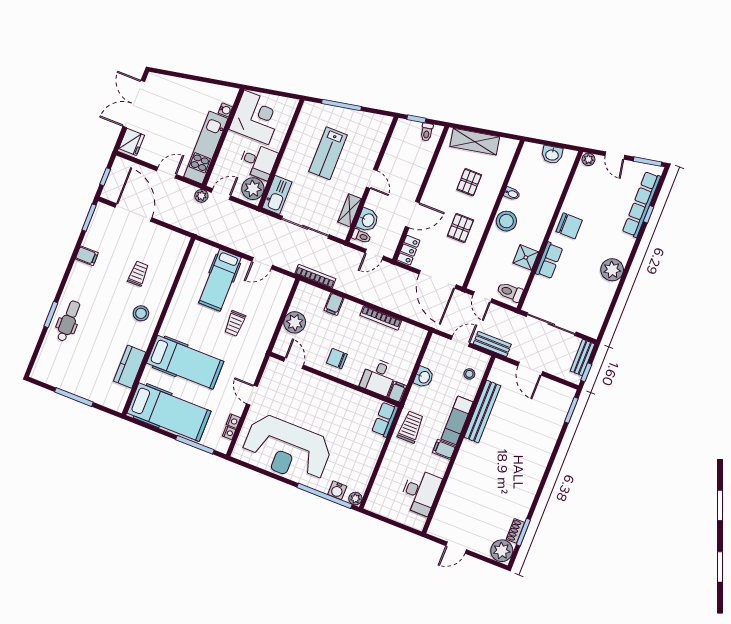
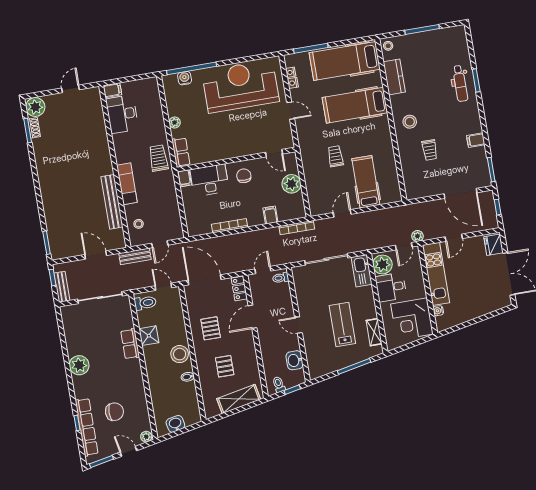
shelving: (350, 210) -> (374, 332), moved
washbasin: (368, 220) -> (295, 360), moved
chair: (569, 226) -> (114, 412), moved, turned 180
chair: (337, 359) -> (244, 176), turned -90
desk: (378, 377) -> (210, 180), width x1.37
washbasin: (424, 377) -> (171, 201), removed
stool: (117, 401) -> (388, 46), added
trolley: (411, 427) -> (158, 158), turned 180
filing cabinet: (444, 449) -> (112, 90), moved
plant: (355, 499) -> (175, 123), moved

